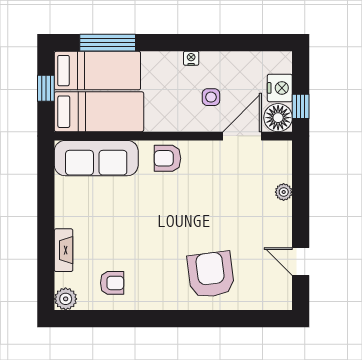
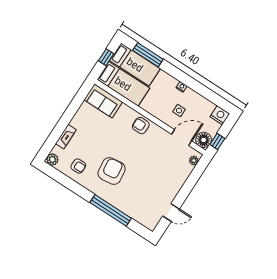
nightstand: (280, 88) -> (220, 115), moved, turned -90
sofa: (96, 158) -> (103, 101), width x0.73
plant: (284, 192) -> (194, 161), moved
door: (301, 262) -> (171, 213), swing flipped
armchair: (211, 275) -> (112, 171), moved
window: (206, 319) -> (111, 210), added

